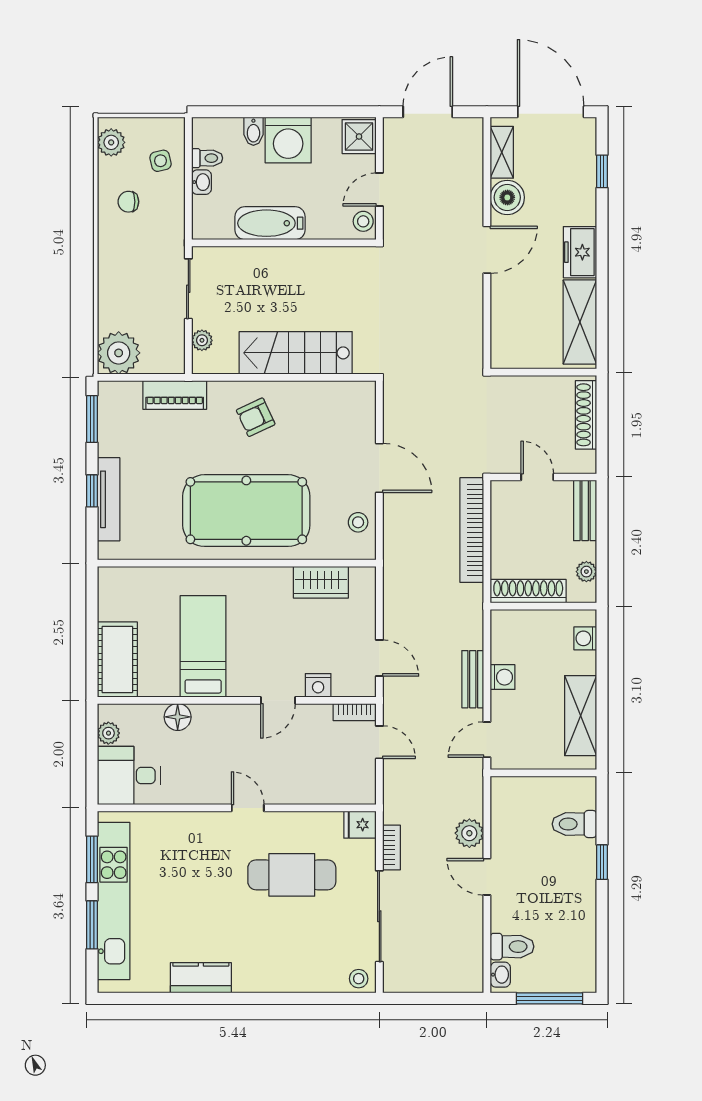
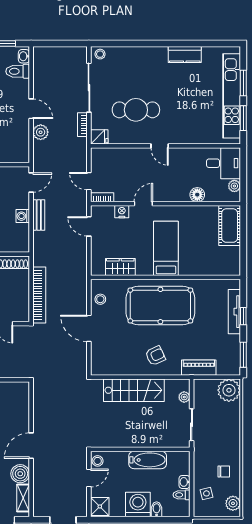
bed: (203, 646) -> (166, 248), moved, turned 180

